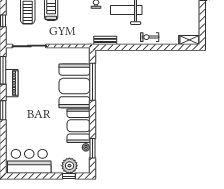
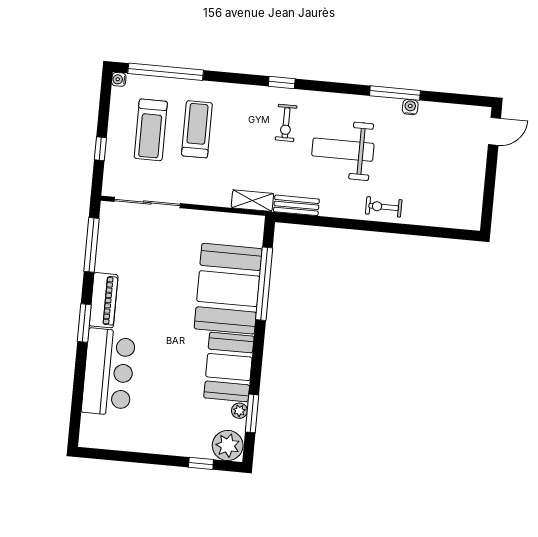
shelving: (189, 40) -> (252, 201), moved
piano: (12, 83) -> (104, 300), moved
bar counter: (29, 161) -> (109, 372), moved, turned 90
plant: (69, 166) -> (228, 446), moved

